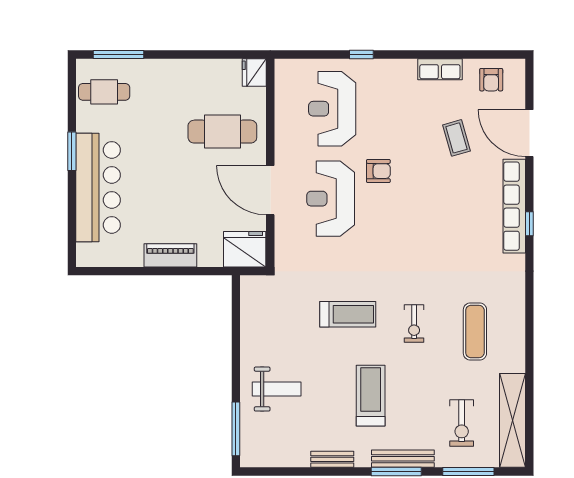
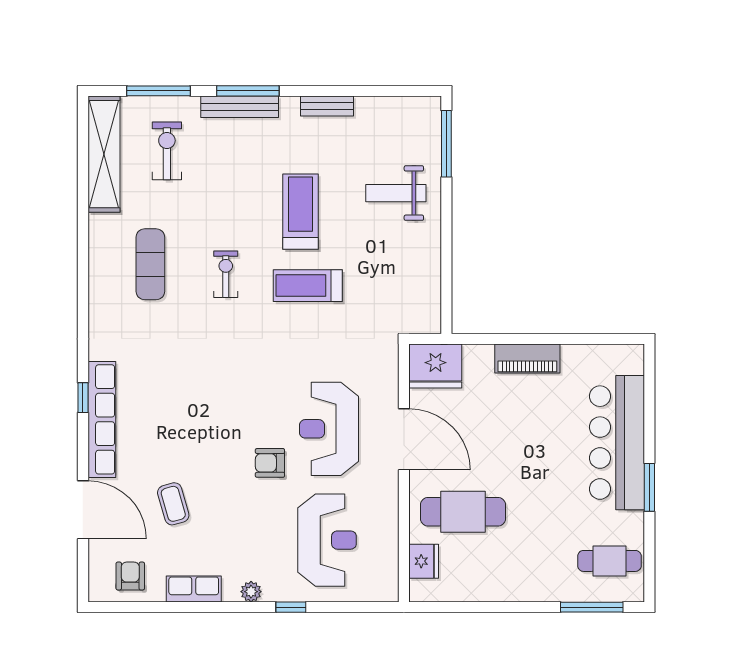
plant: (394, 67) -> (251, 592), added
fridge: (254, 72) -> (424, 561), moved
reception desk: (331, 199) -> (329, 429), turned 180
treadmill: (371, 396) -> (301, 212), moved, turned 180

